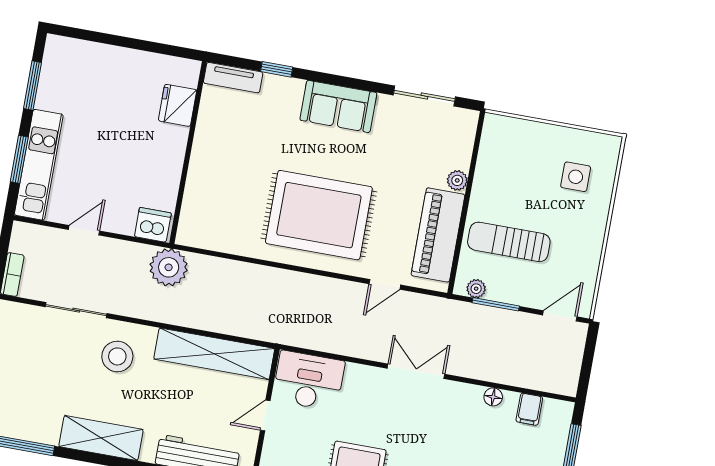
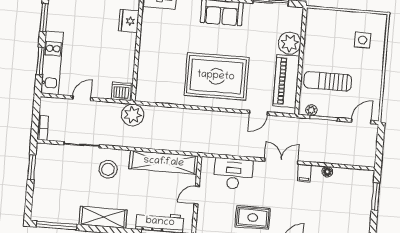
plant: (457, 180) -> (290, 43), width x1.88, depth x1.88
desk: (309, 381) -> (233, 174), moved
filing cabinet: (529, 409) -> (304, 173), moved

